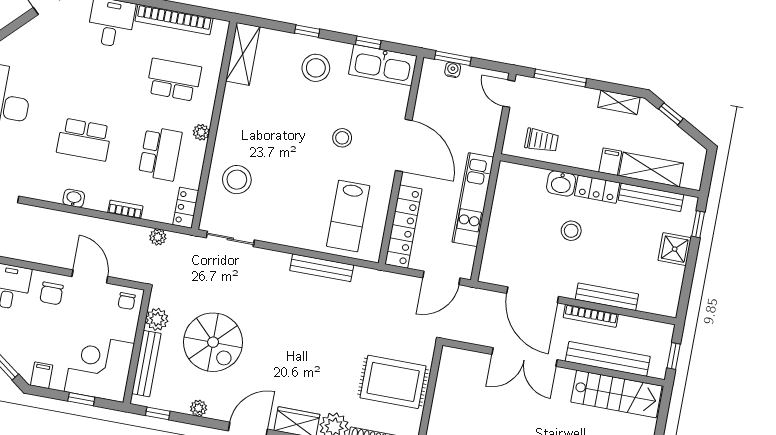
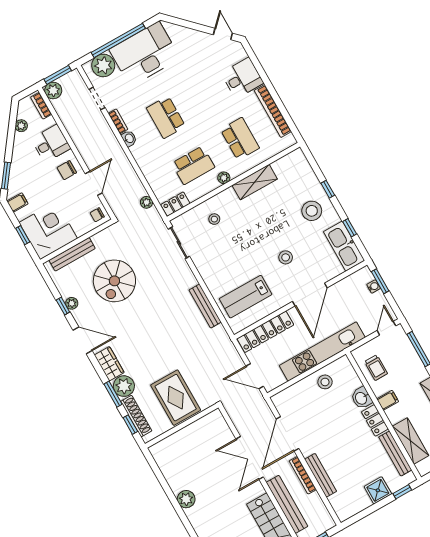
shelving: (243, 54) -> (255, 182), moved
filing cabinet: (610, 162) -> (388, 400), moved
stool: (237, 180) -> (214, 219), width x0.53, depth x0.53
kitchen unit: (473, 200) -> (322, 352), width x1.36
bookcase: (125, 209) -> (118, 121), moved
stool: (571, 231) -> (325, 382), moved
plant: (157, 319) -> (101, 240), removed
window: (158, 413) -> (63, 306), moved

